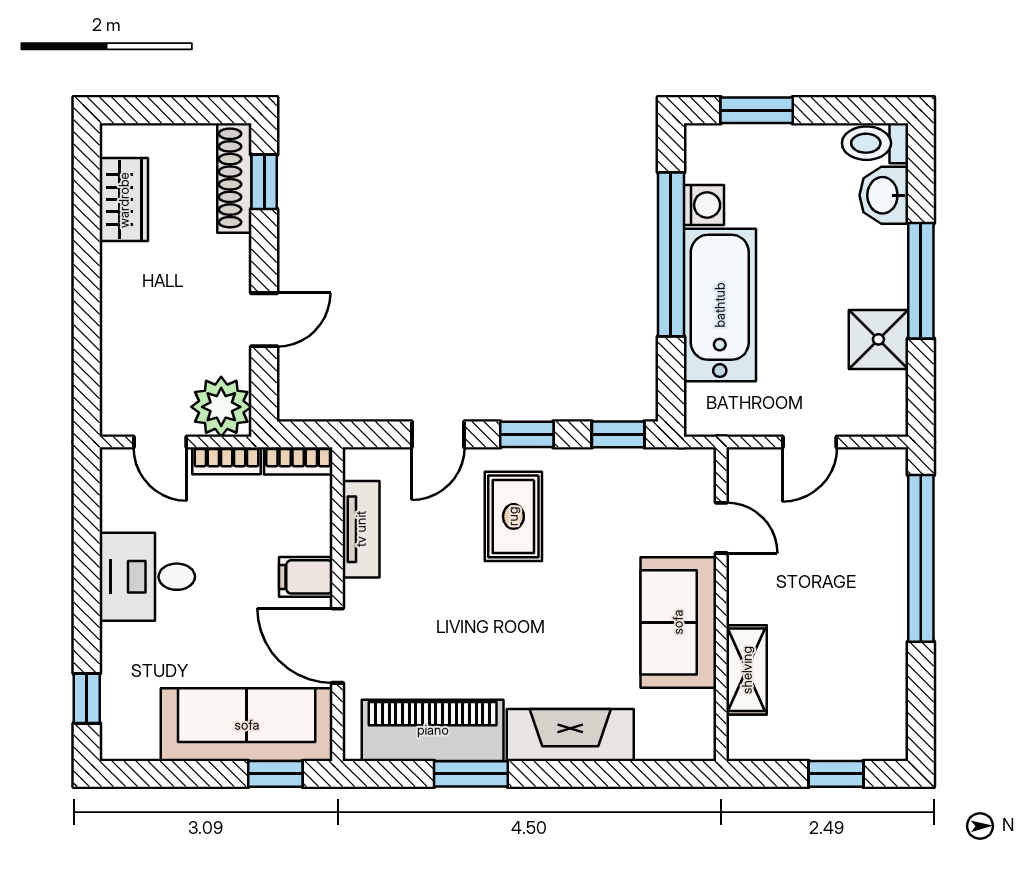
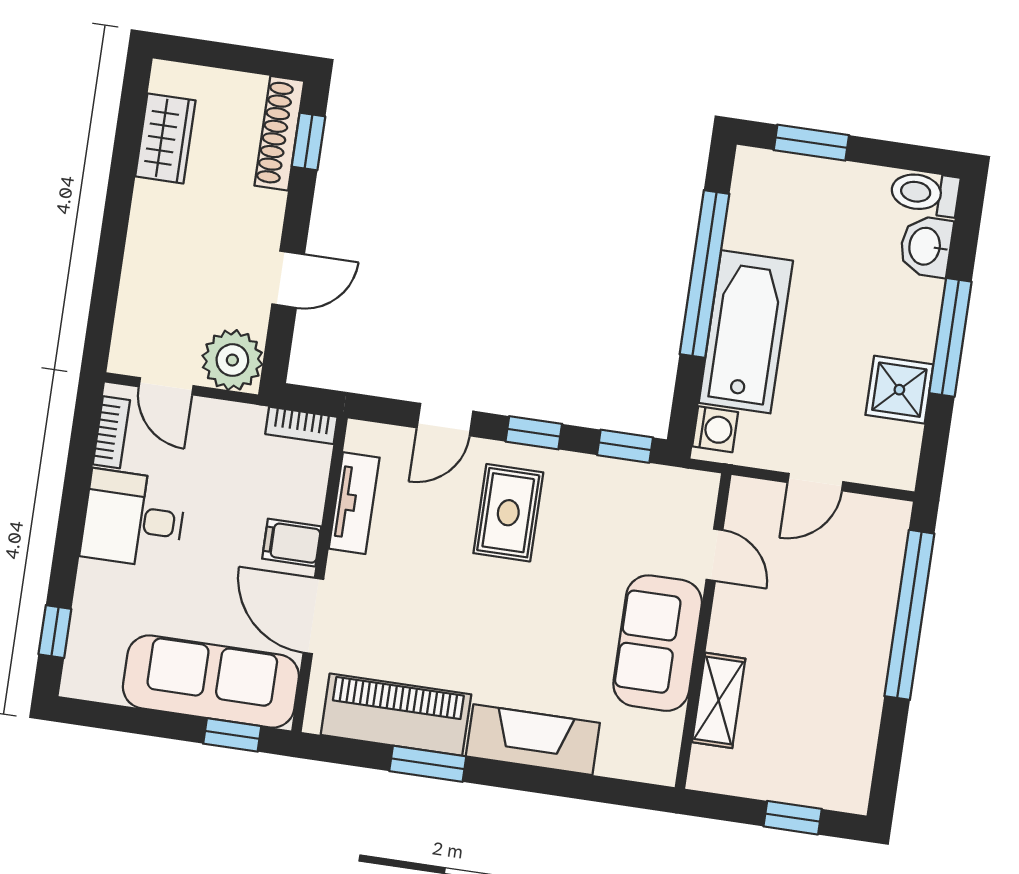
washing machine: (704, 205) -> (715, 429), moved
bookcase: (227, 461) -> (111, 432), moved, turned -90

